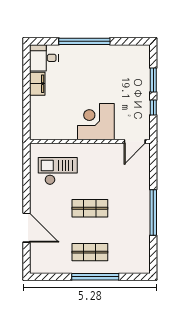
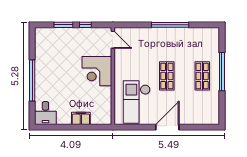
filing cabinet: (37, 84) -> (81, 118), moved
checkout: (58, 171) -> (137, 102), width x1.36, depth x1.21
door: (26, 228) -> (167, 127), moved

